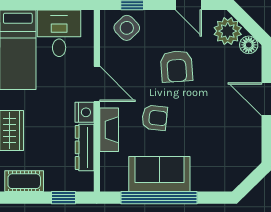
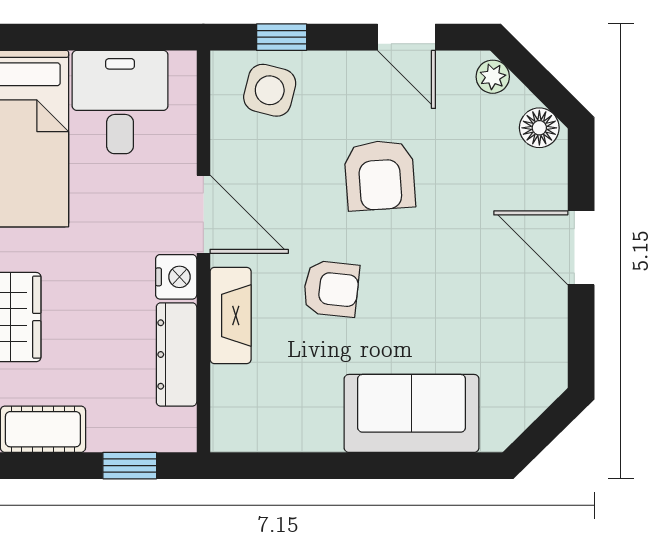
side table: (127, 28) -> (270, 90), turned -32
plant: (228, 31) -> (493, 77), width x0.53, depth x0.53
sofa: (159, 174) -> (412, 413), moved
window: (159, 198) -> (341, 466), removed

